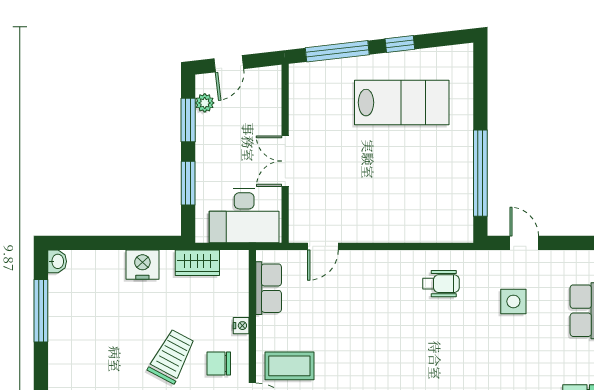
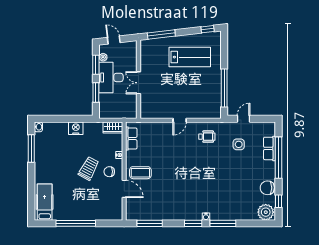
window: (400, 44) -> (208, 29), moved
door: (229, 64) -> (114, 40), swing flipped
desk: (244, 216) -> (111, 77), moved, turned 90
door: (524, 243) -> (243, 119), hinge flipped
door: (323, 246) -> (180, 120), moved
wardrobe: (197, 263) -> (113, 127), moved

